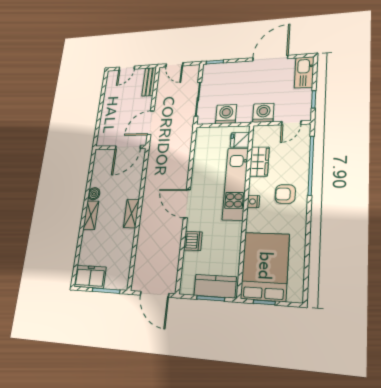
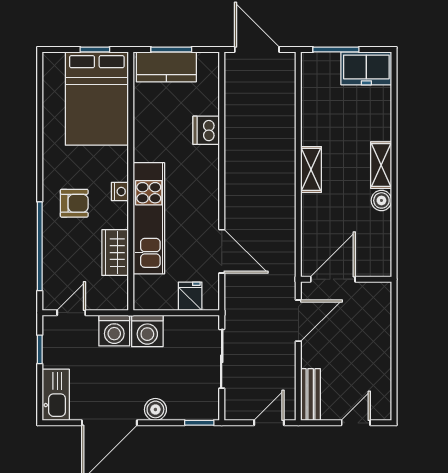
door: (174, 65) -> (269, 423), hinge flipped
boiler: (241, 68) -> (155, 409), added
washing machine: (226, 114) -> (147, 331), moved
fridge: (240, 140) -> (190, 296), moved, turned -90
door: (187, 204) -> (222, 251), moved

